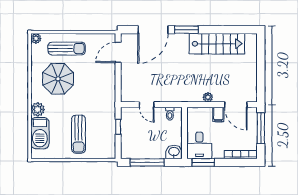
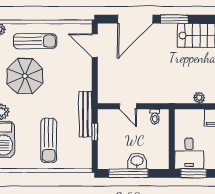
door: (118, 52) -> (95, 46), hinge flipped
bench: (110, 112) -> (85, 114), added
washbasin: (174, 152) -> (137, 161), moved

